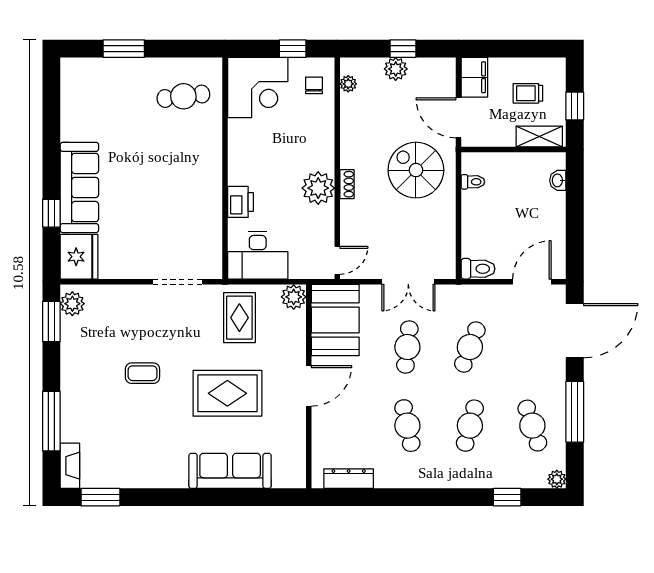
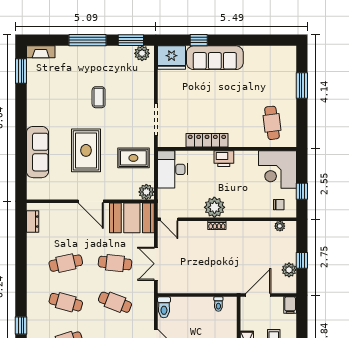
plant: (396, 69) -> (289, 270), moved
filing cabinet: (474, 77) -> (290, 305), width x0.50
spiral stairs: (416, 170) -> (226, 268), removed
locker: (211, 200) -> (207, 140), added
printer: (240, 202) -> (224, 159), moved
window: (51, 421) -> (87, 40), moved
dresser: (349, 479) -> (33, 222), width x0.70

